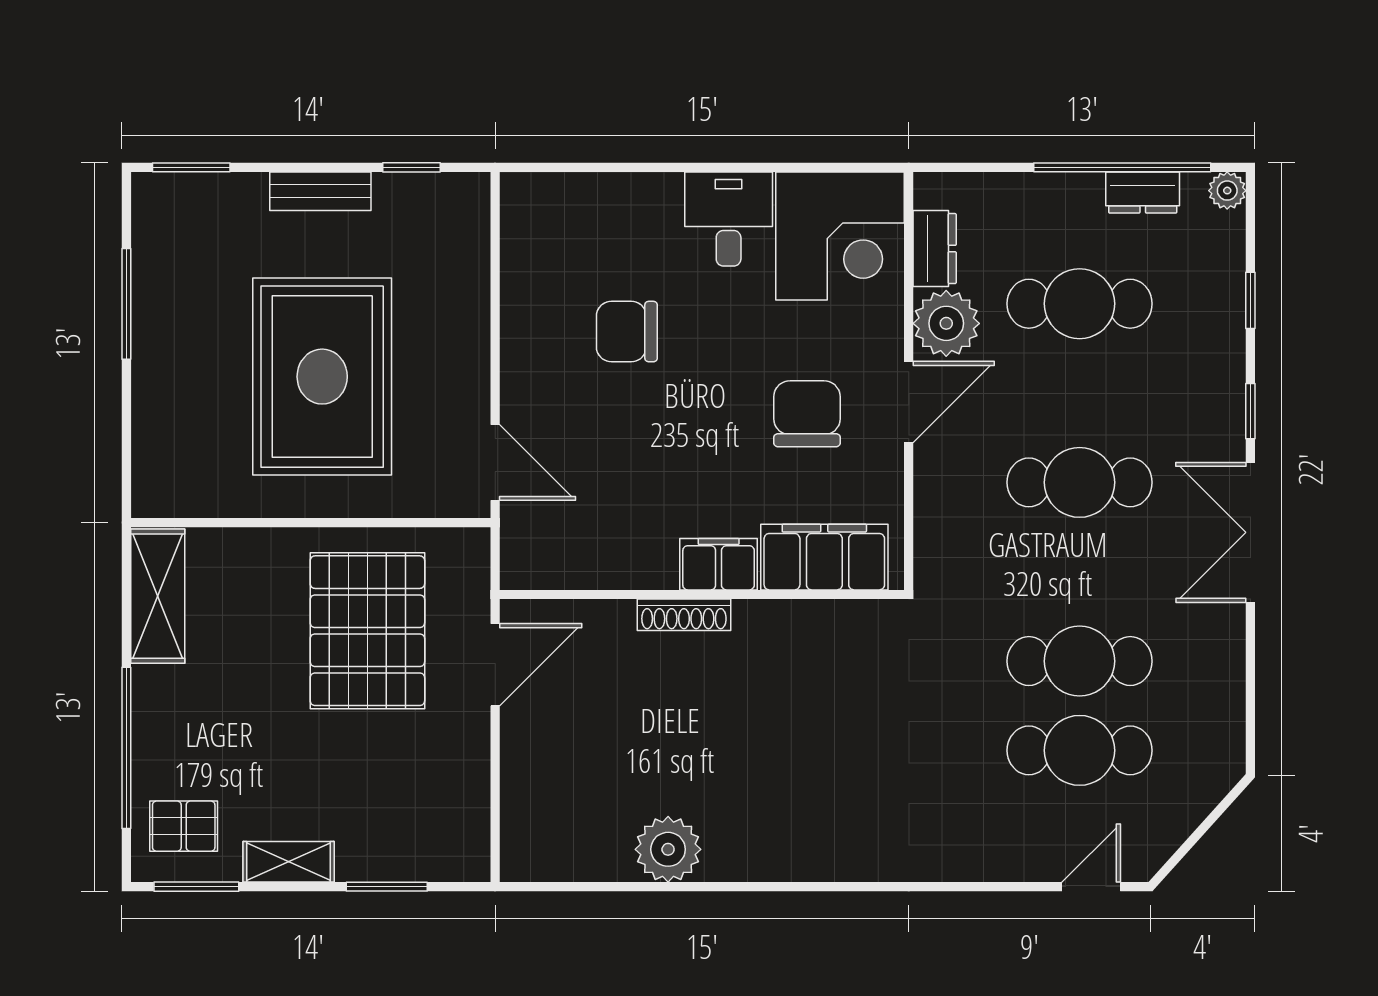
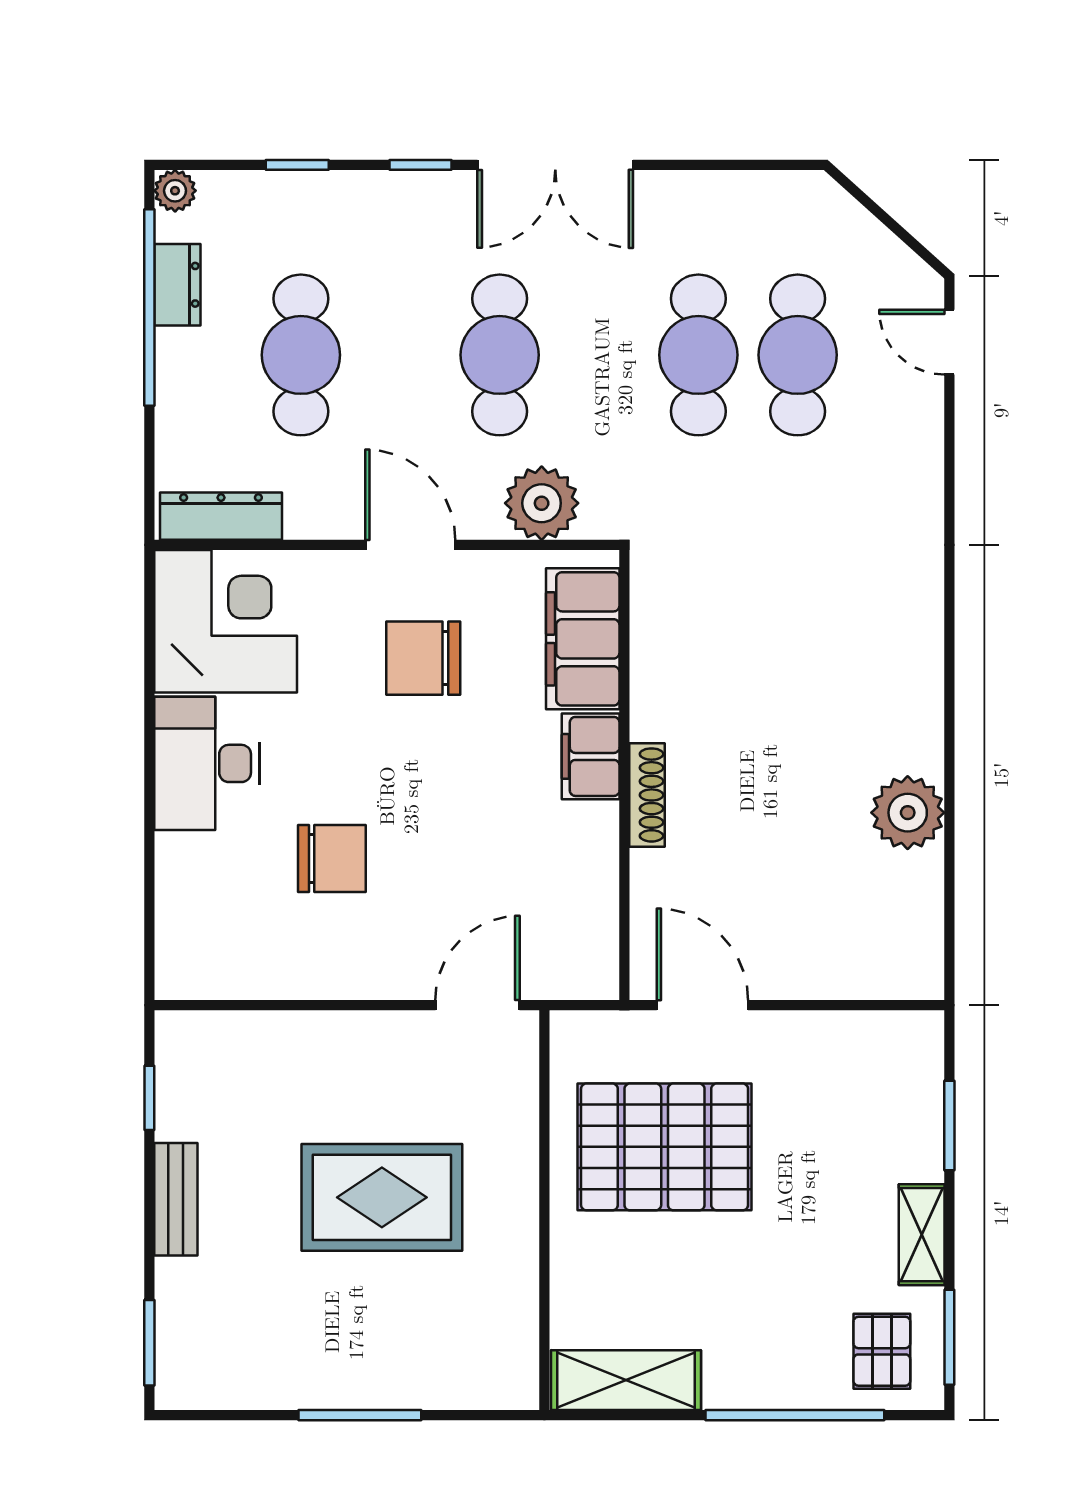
desk: (729, 219) -> (207, 763), width x1.37
dresser: (935, 249) -> (221, 516), width x1.44
window: (126, 304) -> (360, 1415), moved
plant: (946, 323) -> (542, 503), moved
chair: (627, 332) -> (332, 858), turned -90
rug: (322, 377) -> (382, 1197), width x0.73, depth x0.69

